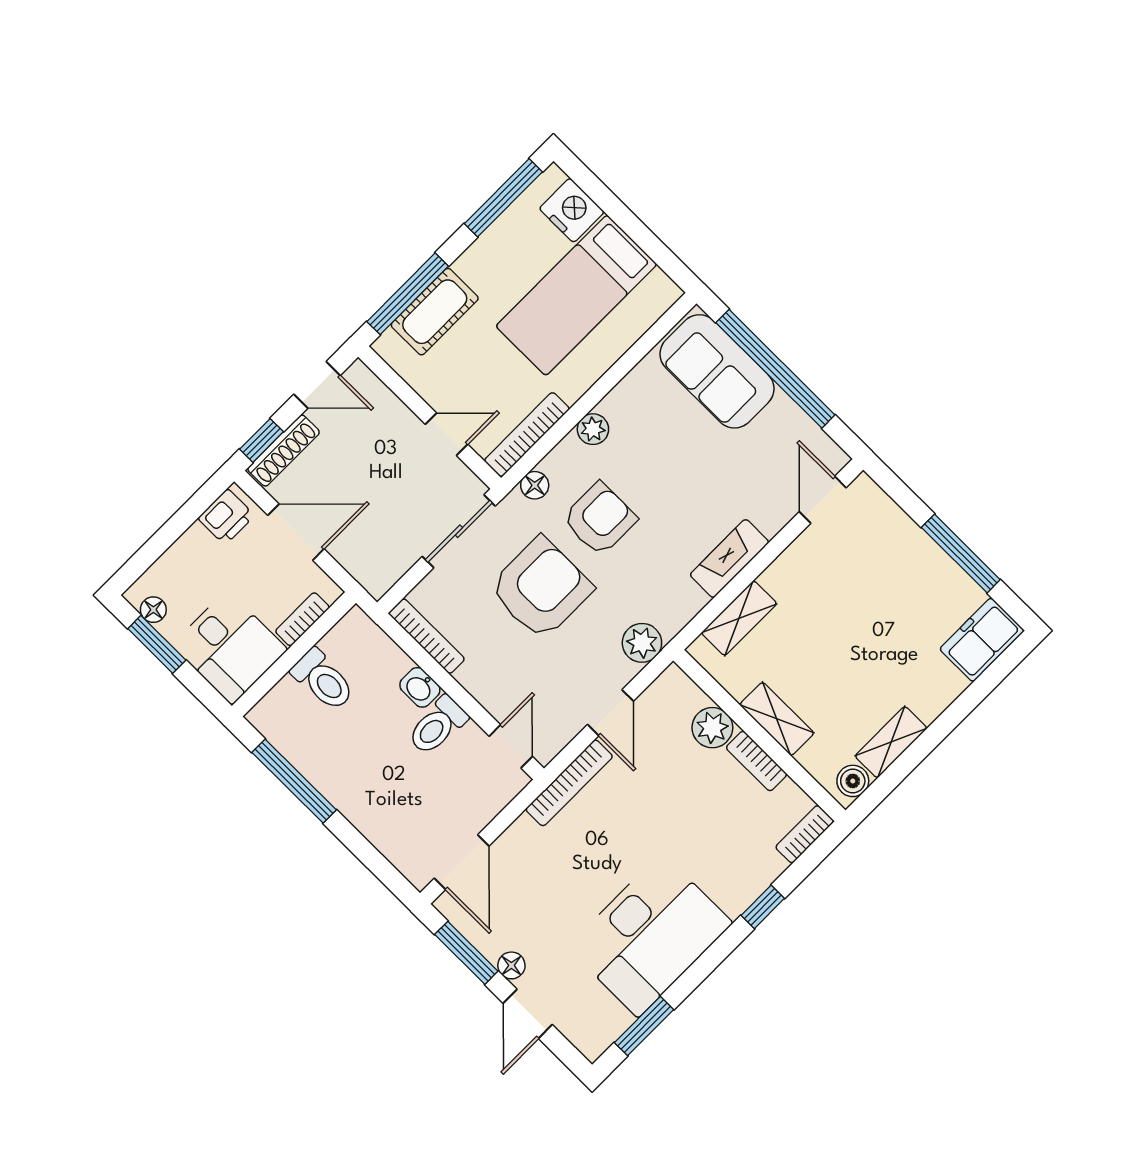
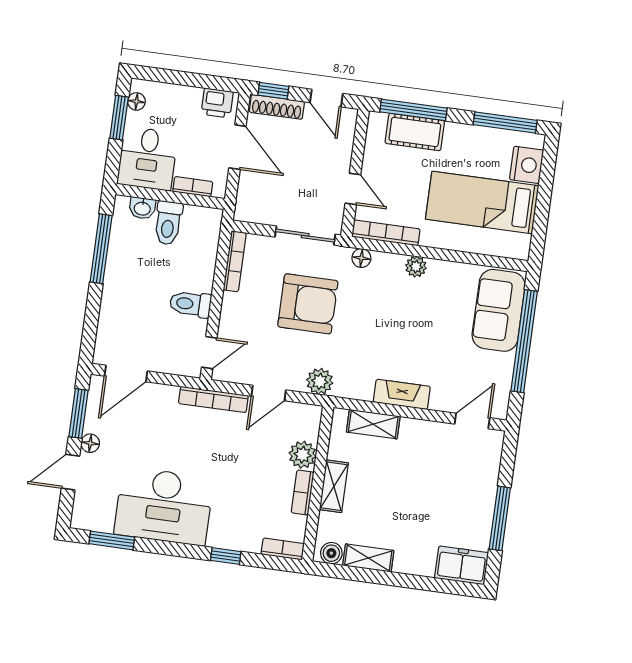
armchair: (600, 519) -> (370, 307), removed
washbasin: (420, 687) -> (142, 208), moved, turned -90

